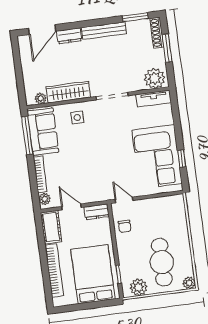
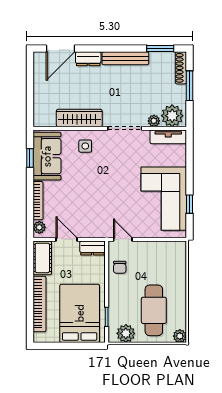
plant: (41, 98) -> (154, 121), moved
window: (27, 135) -> (30, 158), width x0.46

